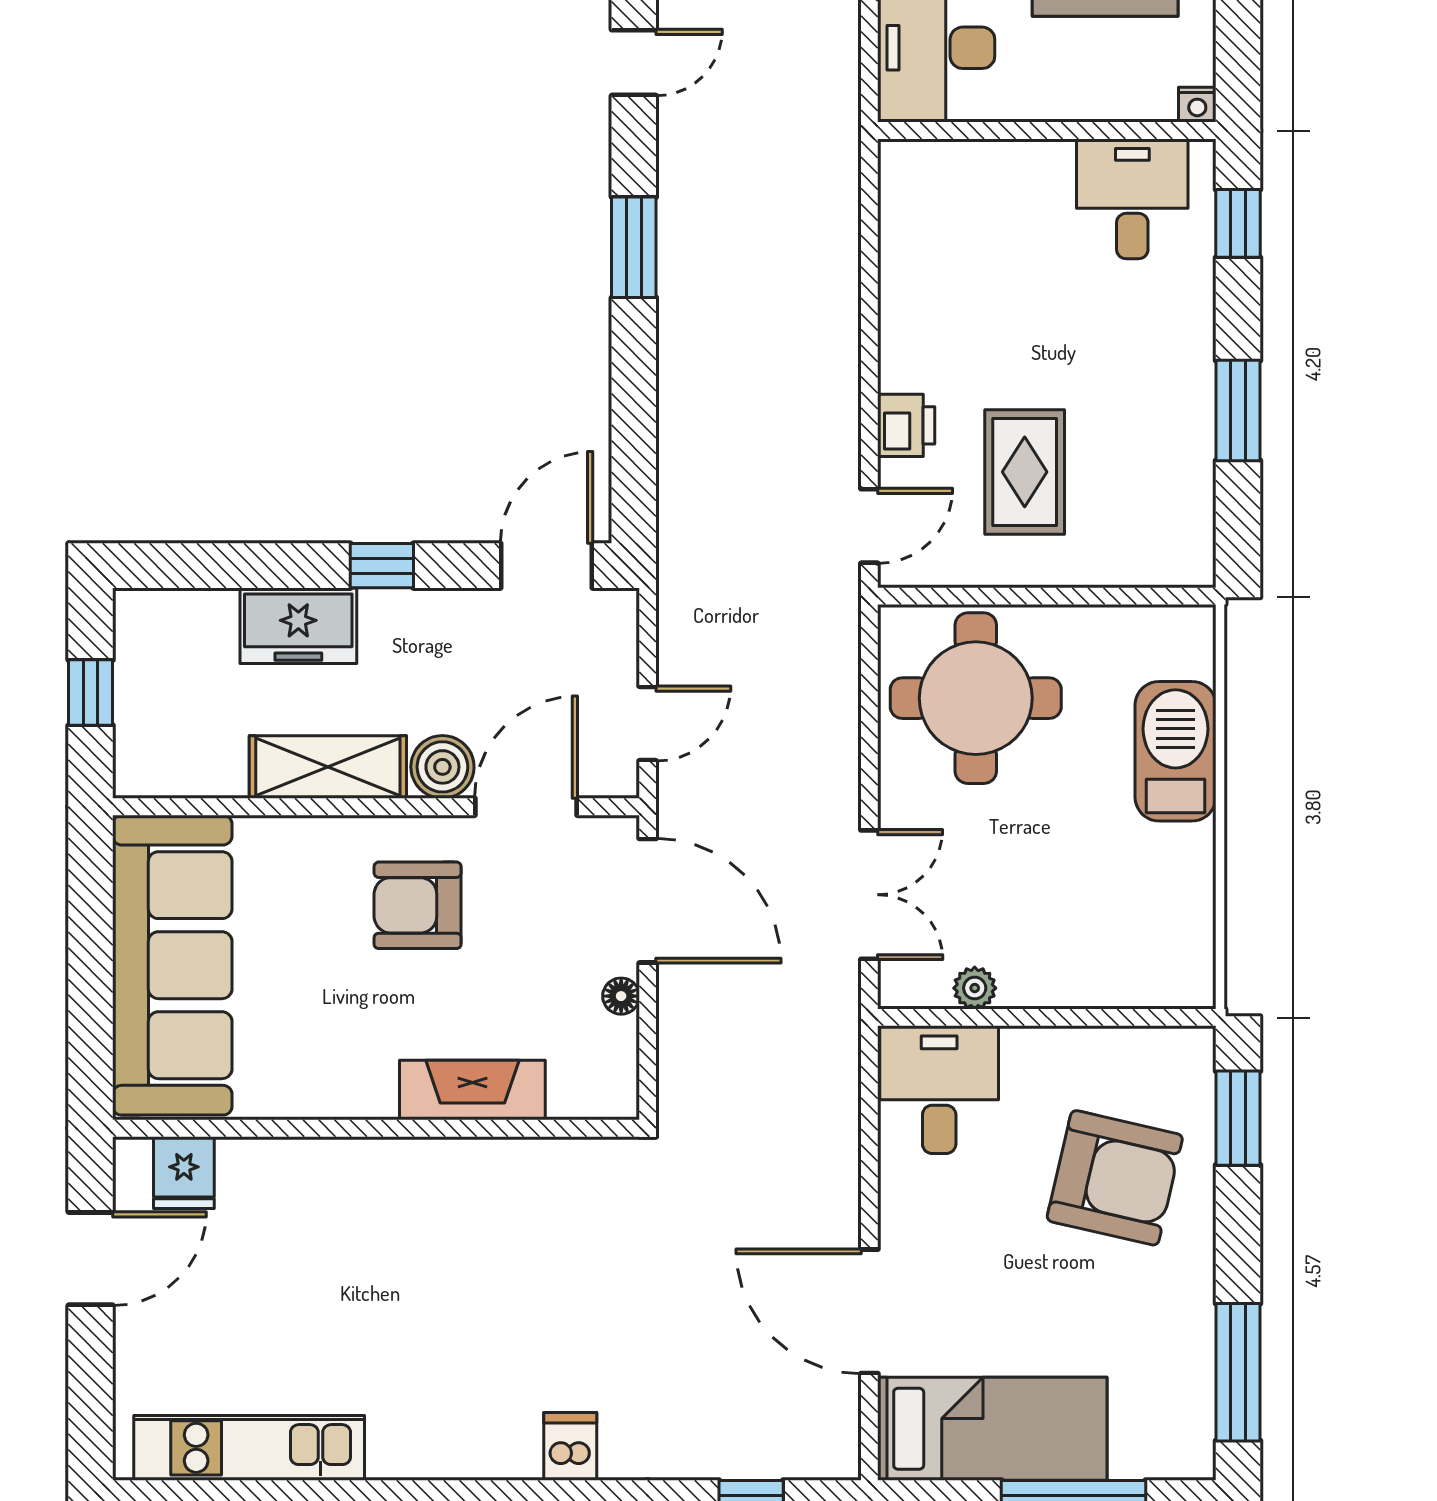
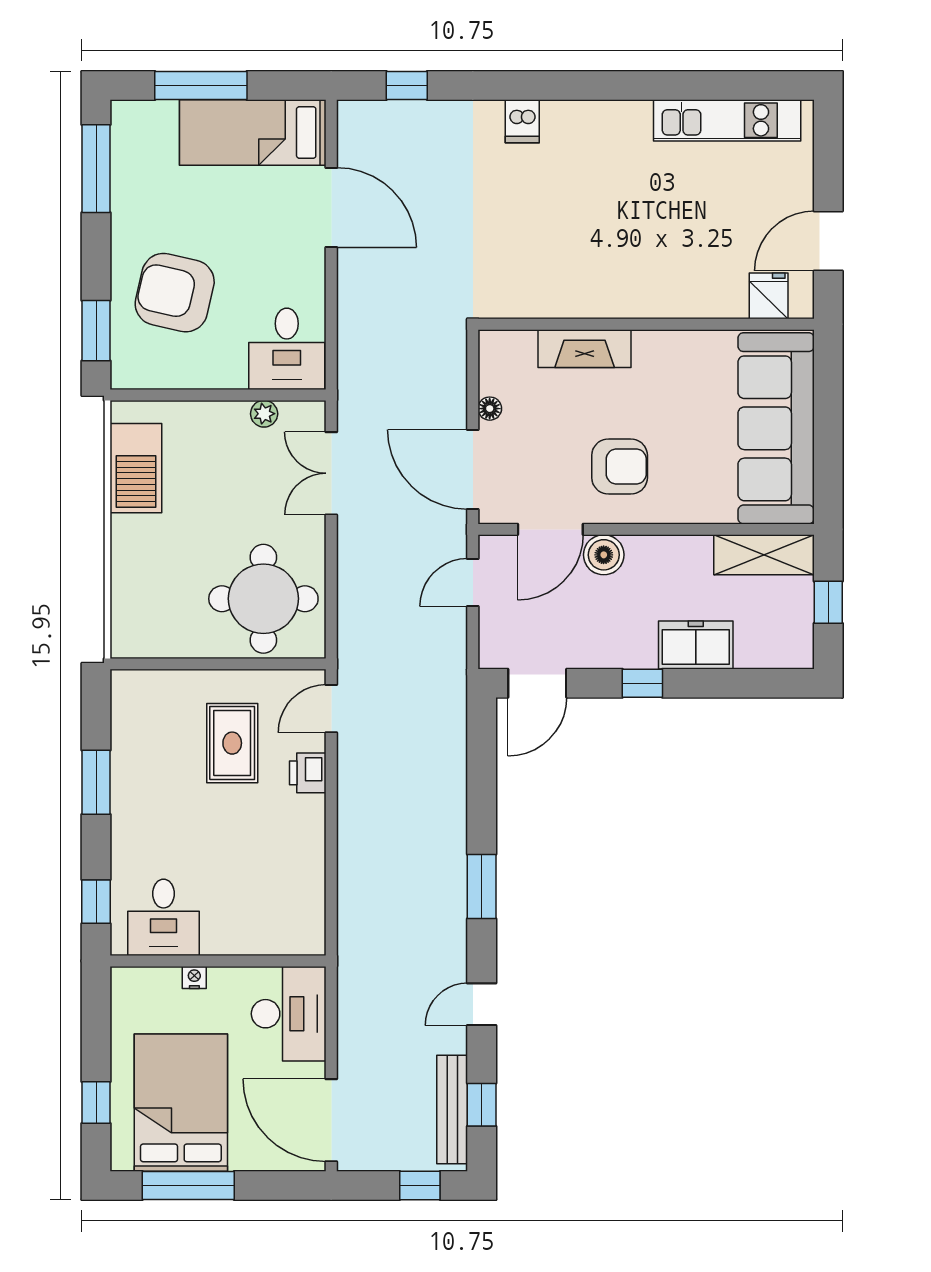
nightstand: (1197, 105) -> (194, 977), moved
barbecue: (1175, 751) -> (136, 468), moved
shelving: (328, 767) -> (764, 555), moved

